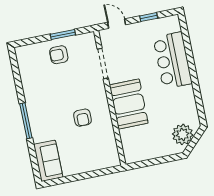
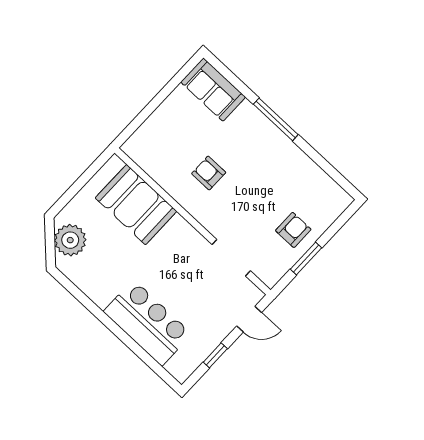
booth: (129, 104) -> (136, 205), moved

